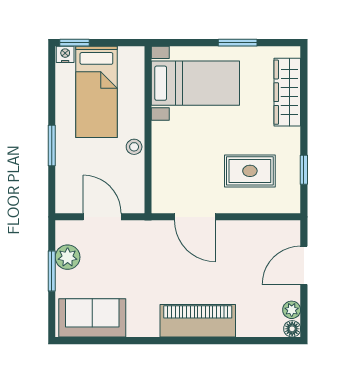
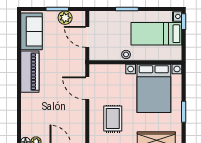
bed with nightstands: (195, 83) -> (154, 88), width x1.36
door: (102, 217) -> (87, 37), swing flipped
door: (195, 217) -> (87, 88), hinge flipped
piano: (198, 321) -> (30, 72), moved

